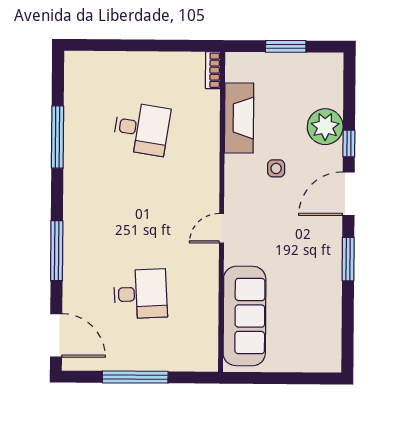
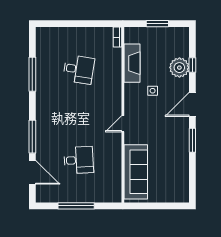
window: (349, 143) -> (192, 65), moved
door: (56, 335) -> (32, 172), moved

